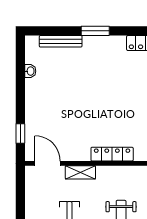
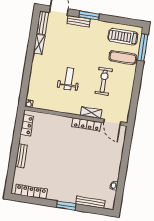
window: (20, 133) -> (127, 145), removed
locker: (112, 154) -> (87, 124), moved

